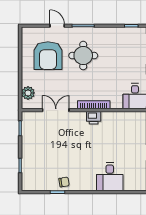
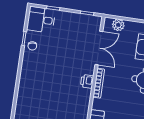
double door: (56, 110) -> (99, 48), width x1.37
desk: (110, 177) -> (41, 20), moved

